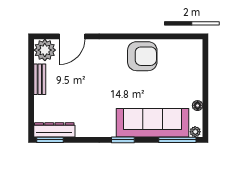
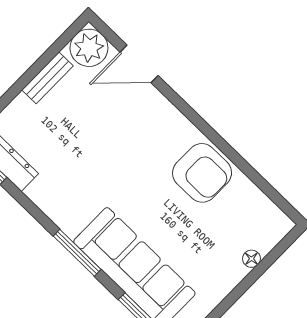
floor lamp: (198, 106) -> (251, 259), moved
window: (123, 140) -> (77, 253), width x1.44

